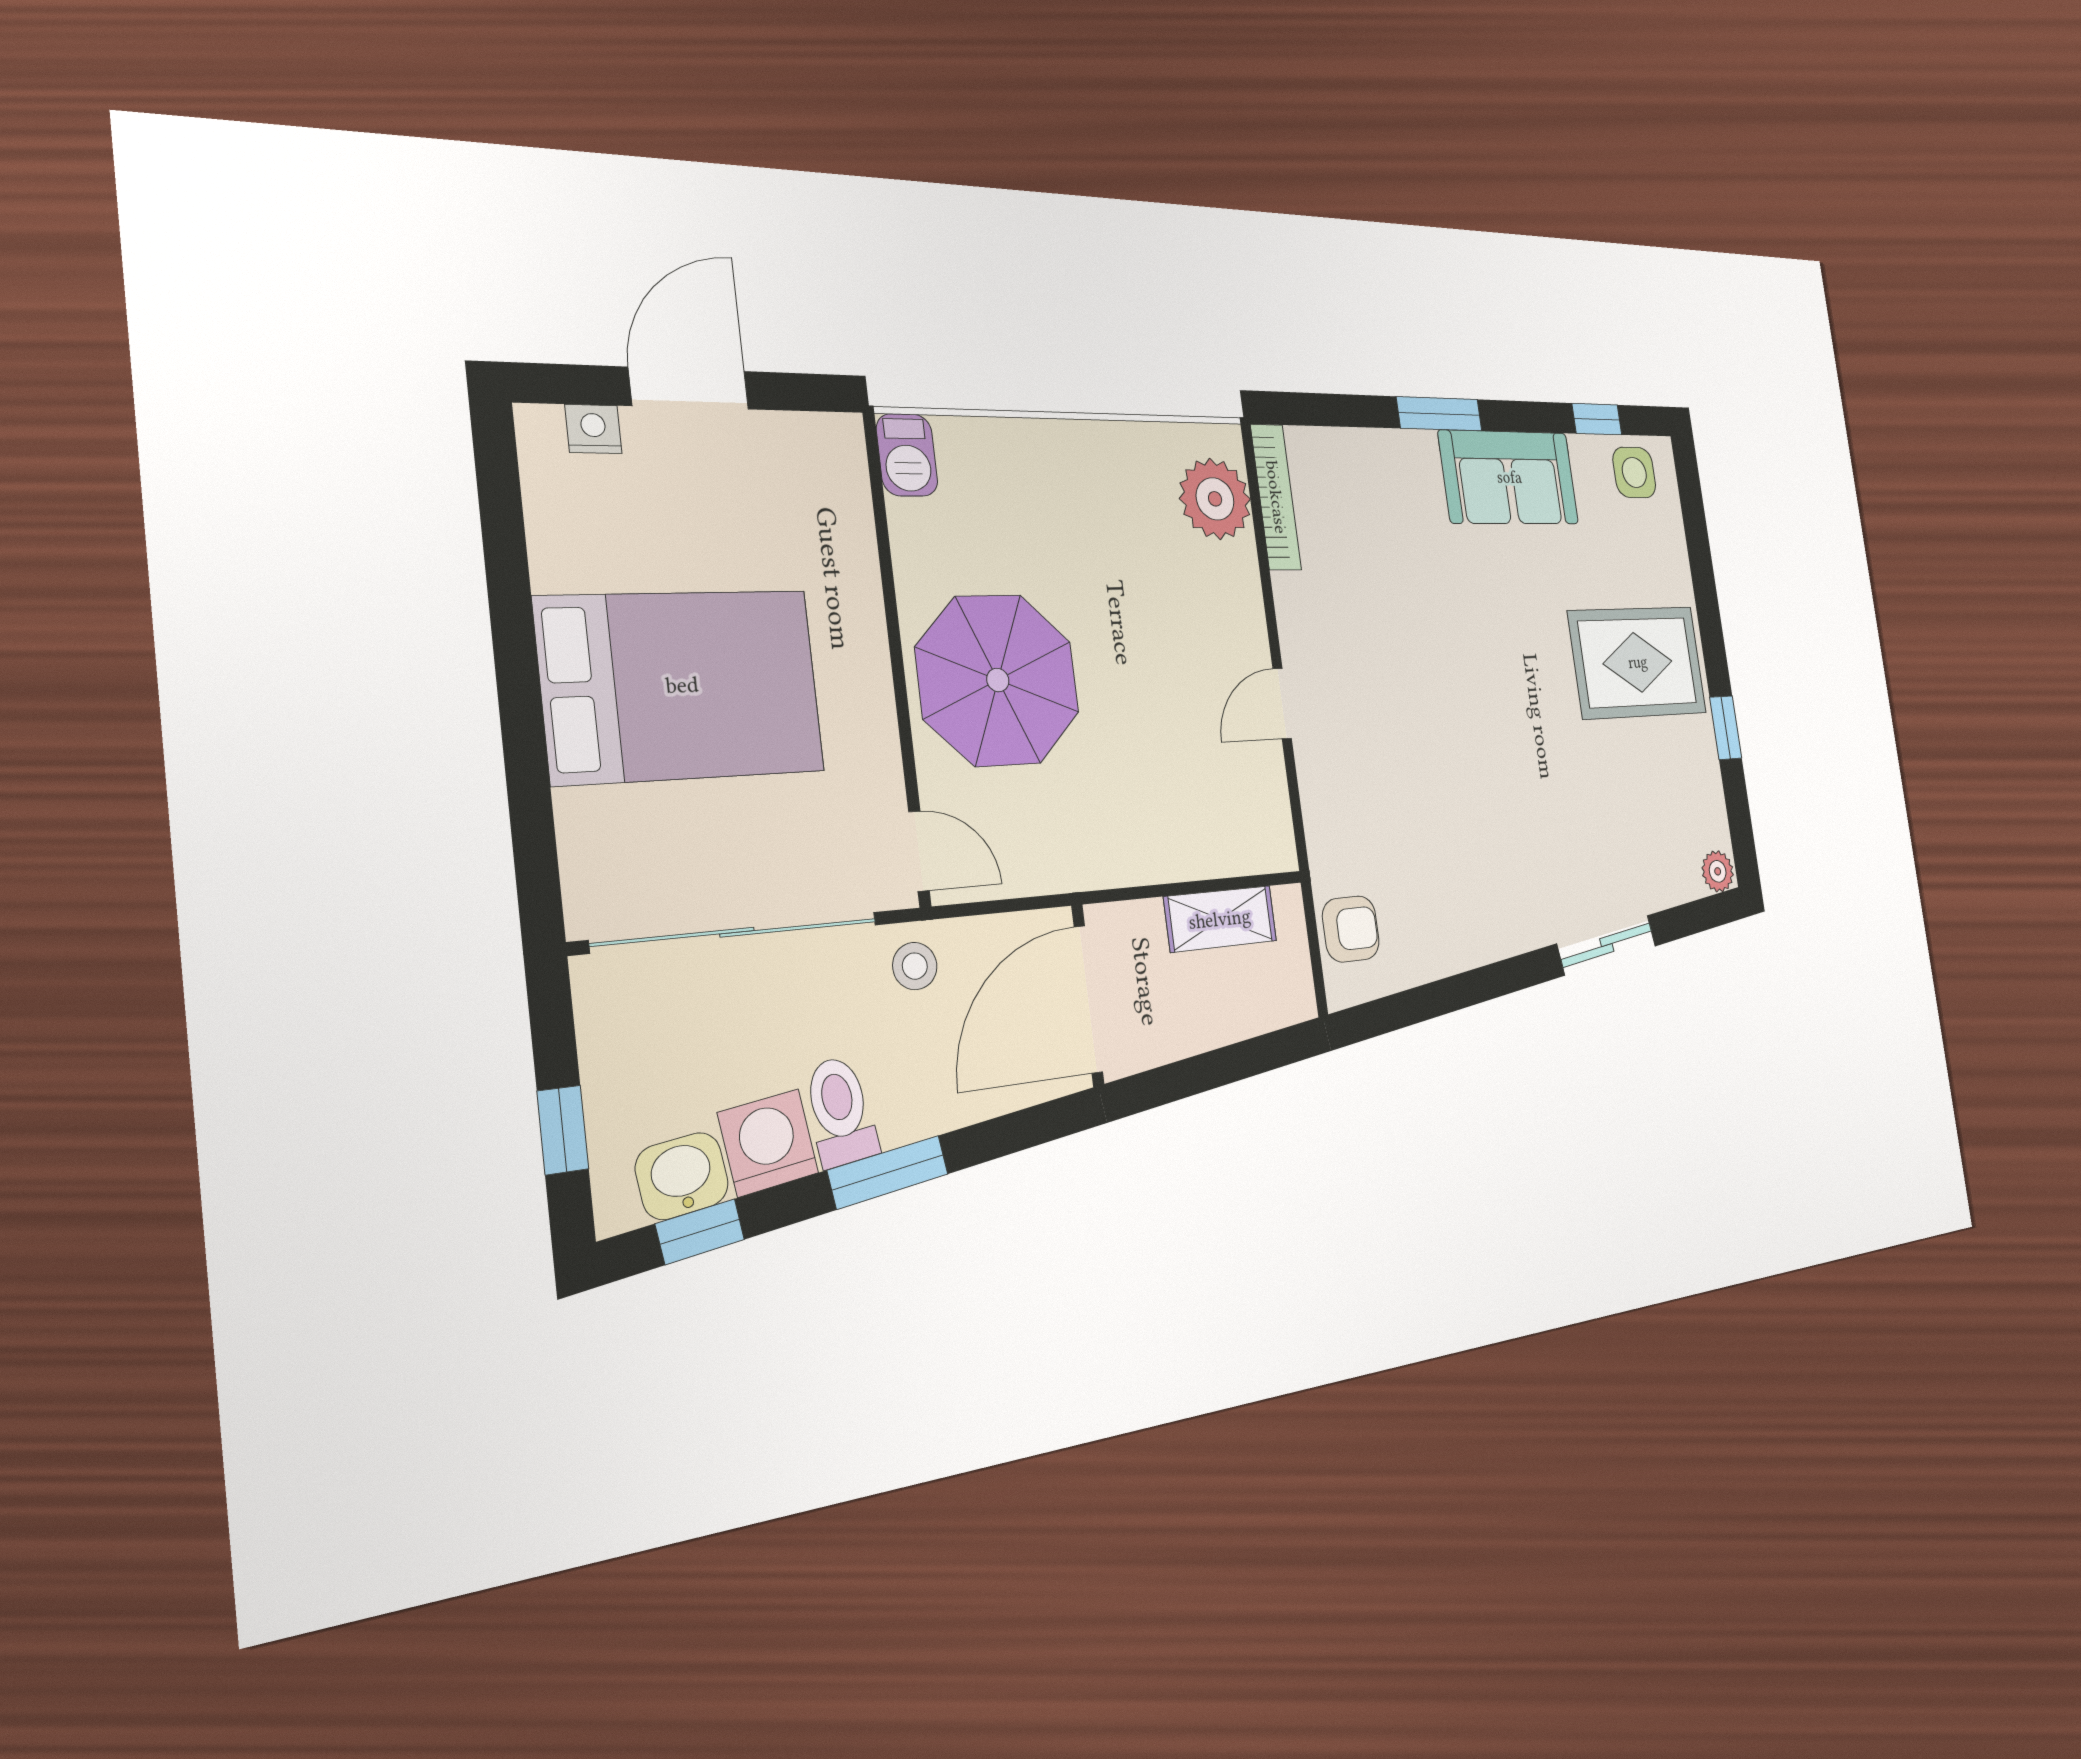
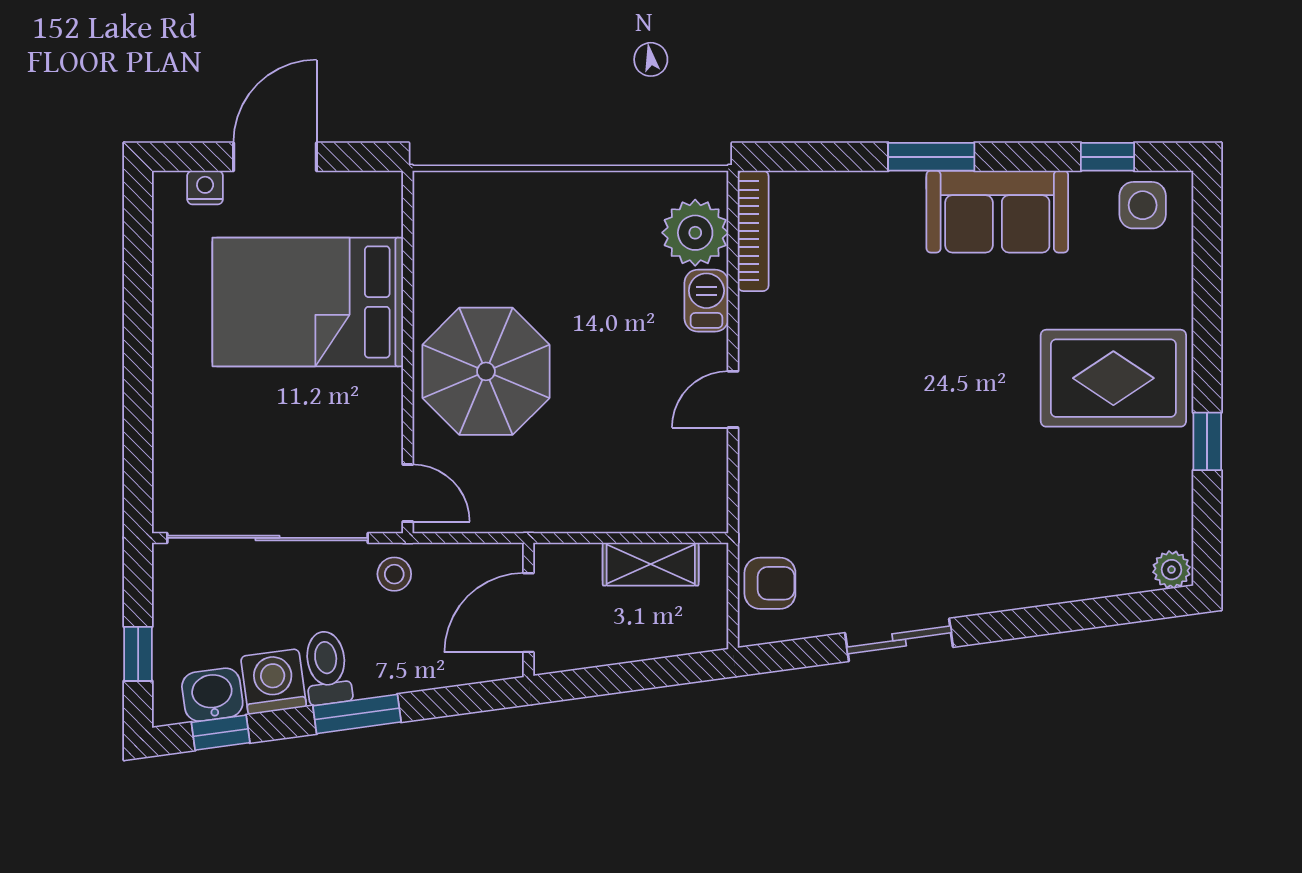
barbecue: (907, 455) -> (706, 301), moved, turned 180
bed: (682, 685) -> (308, 302), moved, turned 180
sliding door: (1607, 945) -> (899, 640), moved
door: (1088, 999) -> (529, 613), width x0.73

